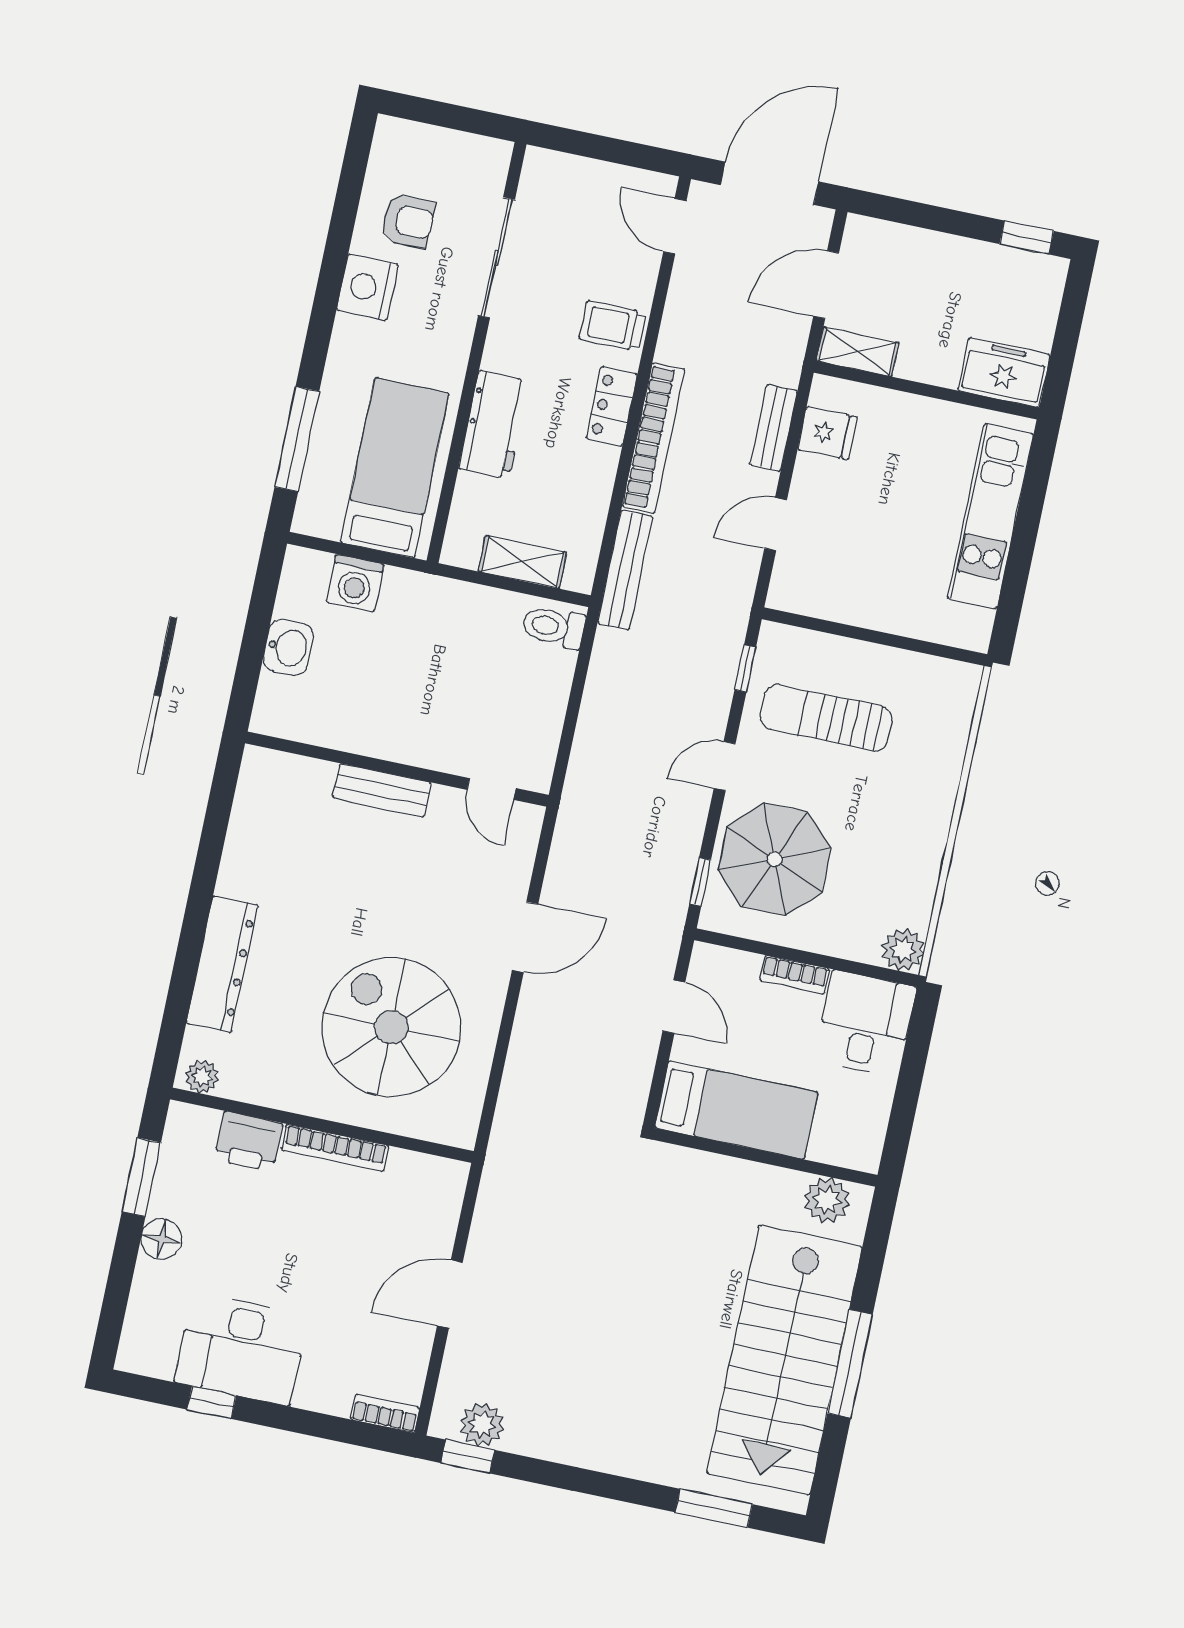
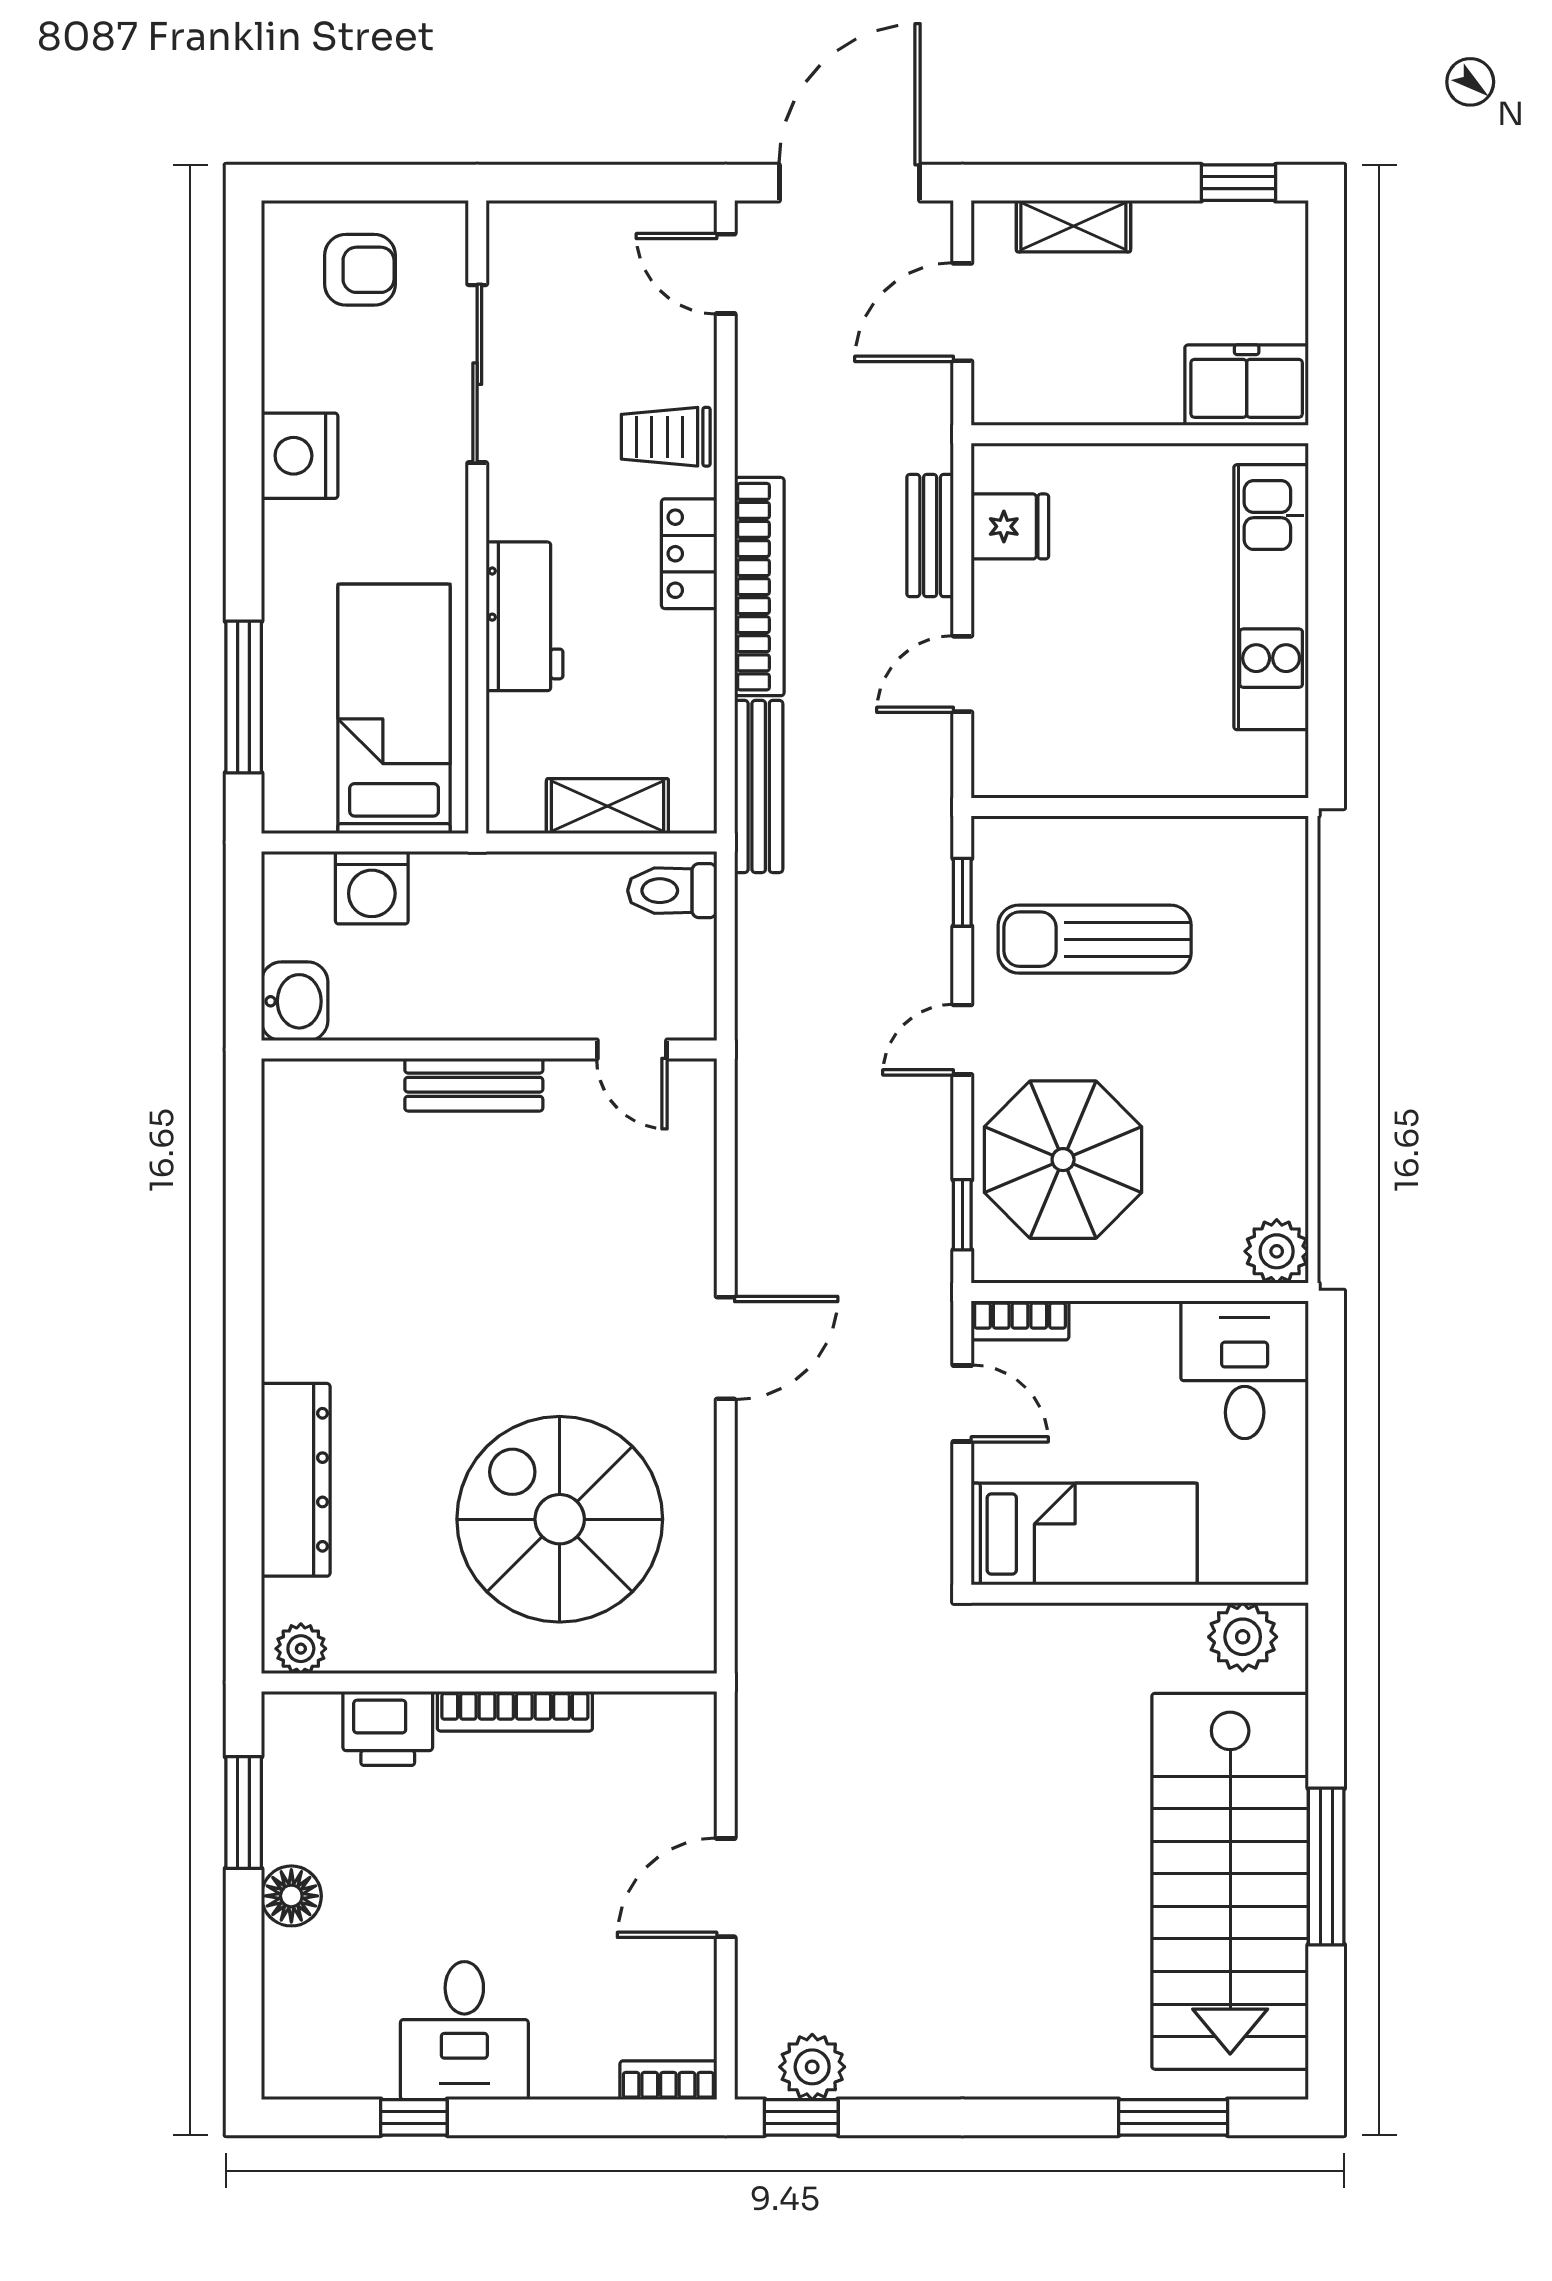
armchair: (408, 221) -> (360, 270), moved
shelving: (857, 352) -> (1073, 226), moved
wall: (397, 769) -> (489, 1049), moved
door: (491, 789) -> (632, 1049), moved
bench: (382, 790) -> (474, 1085), moved
bookcase: (795, 975) -> (1020, 1320), moved
desk: (241, 1349) -> (464, 2031), width x0.73

